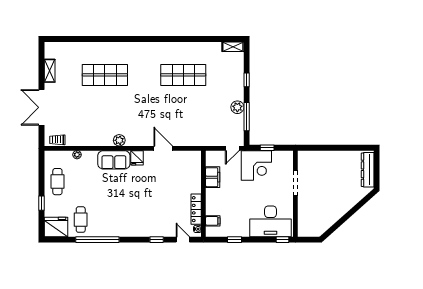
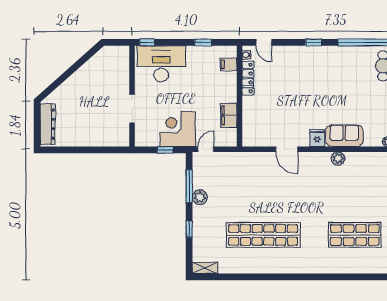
shop shelf: (183, 75) -> (263, 235), width x1.40
window: (157, 240) -> (314, 42), moved

